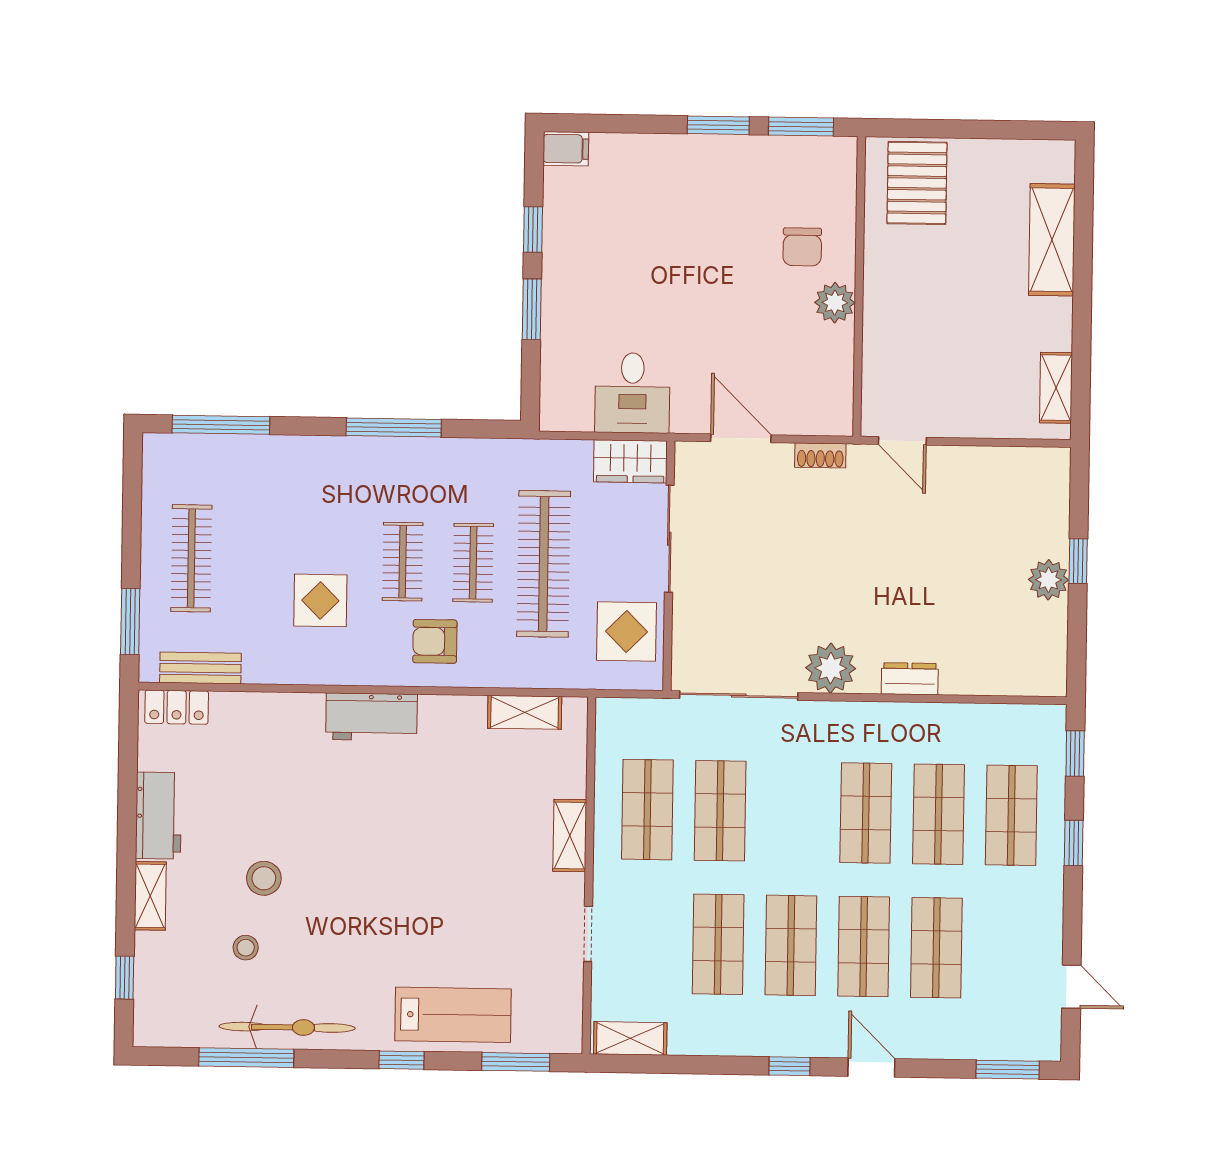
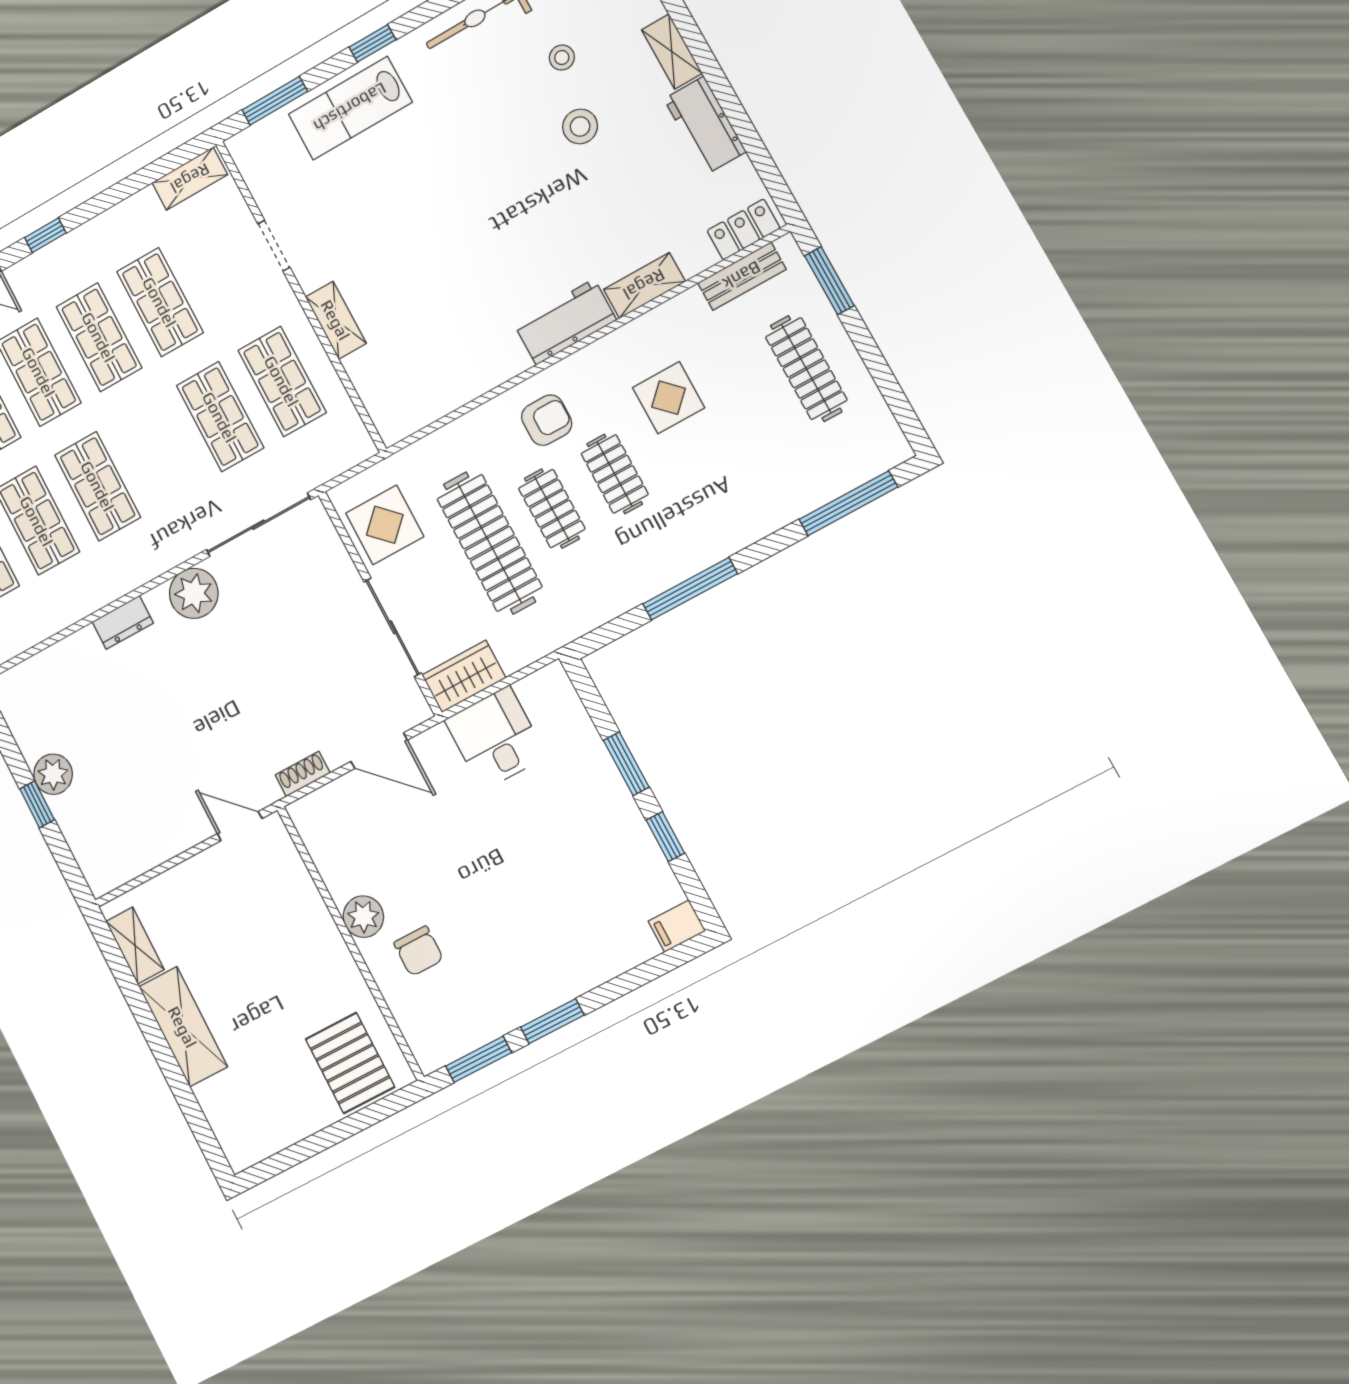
shelving: (1052, 240) -> (183, 1027), moved
chair: (802, 247) -> (419, 951), turned 180
shelving: (525, 712) -> (644, 285), moved

